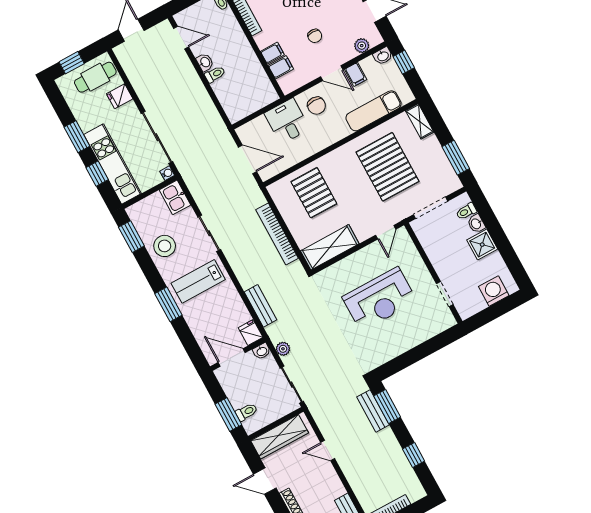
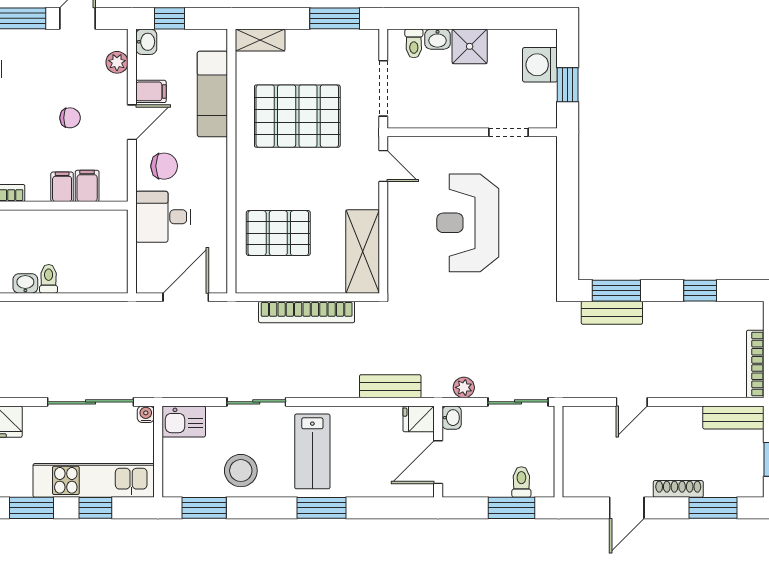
reception desk: (380, 299) -> (468, 223), turned 180
window: (491, 313) -> (568, 85), added
wardrobe: (280, 437) -> (578, 456), removed

